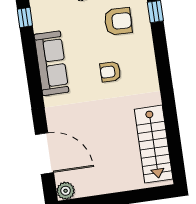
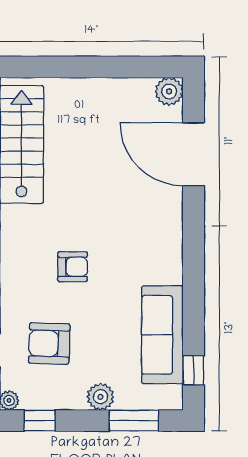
sofa: (51, 63) -> (162, 335), moved

